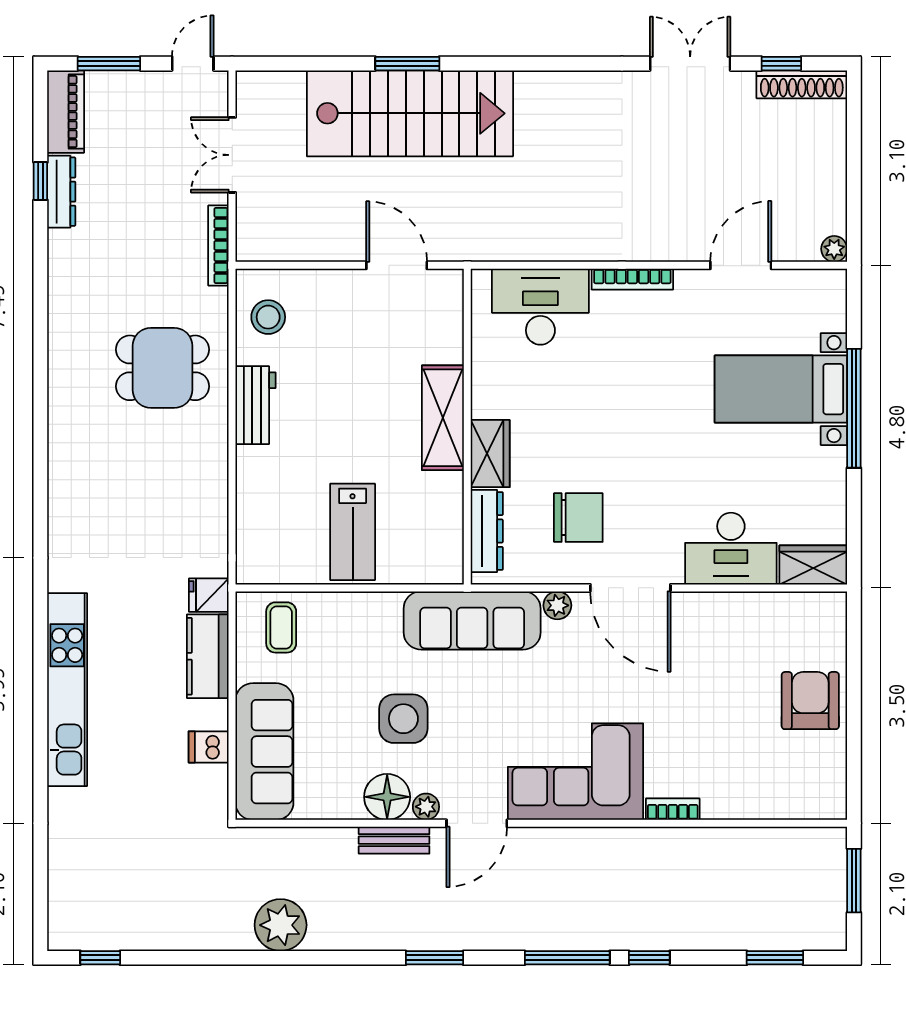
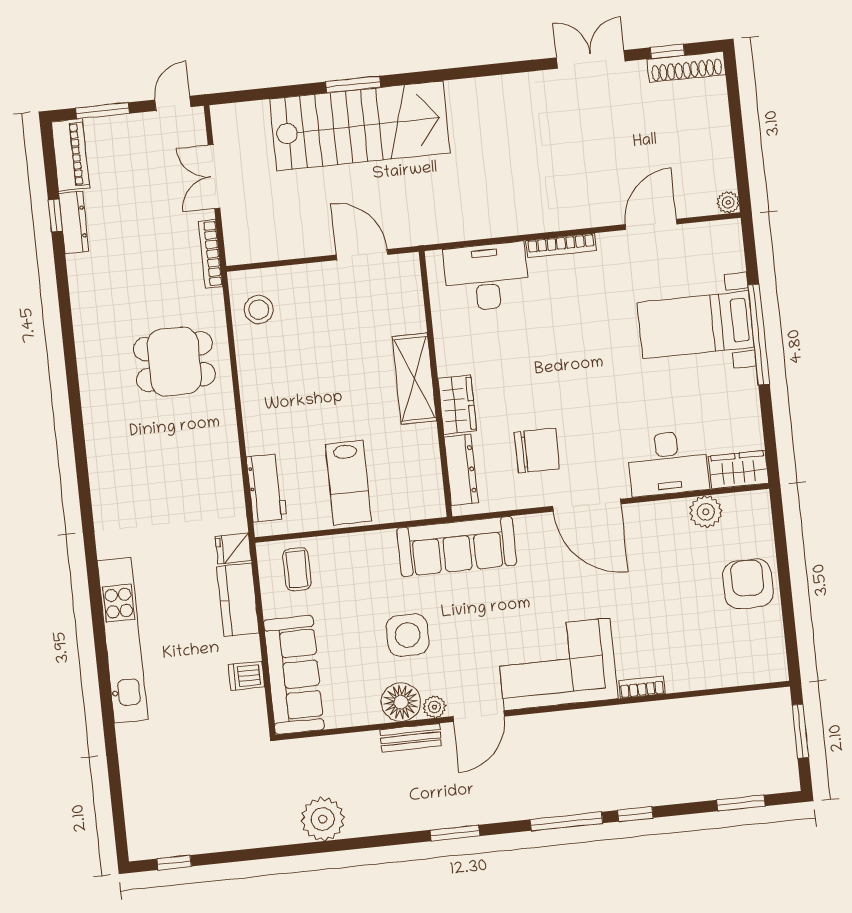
workbench: (256, 405) -> (267, 488), moved
plant: (557, 605) -> (706, 512), moved, width x1.38, depth x1.38

